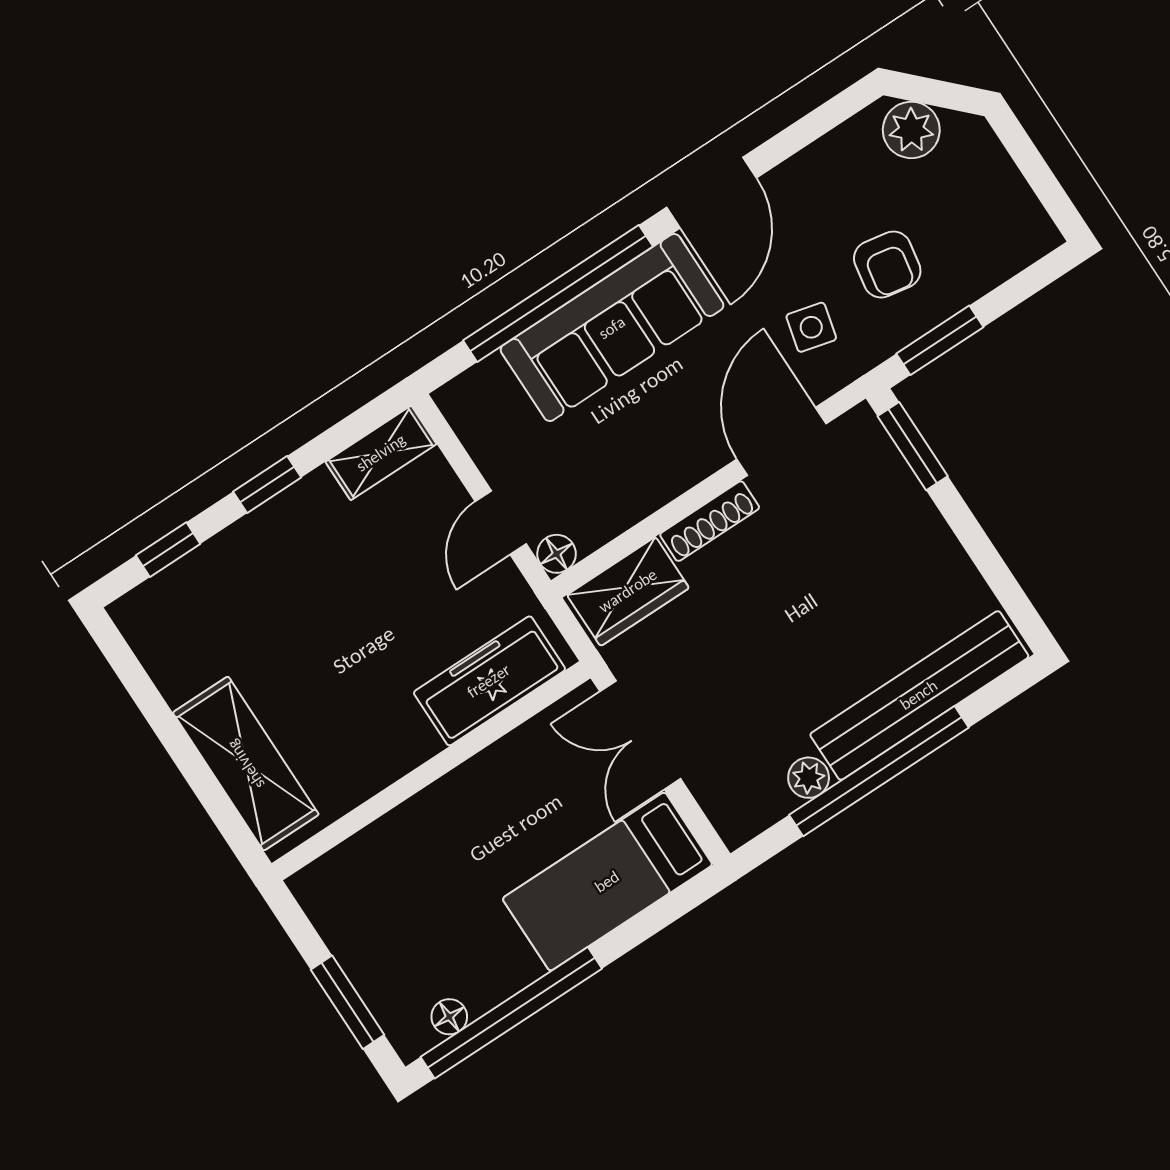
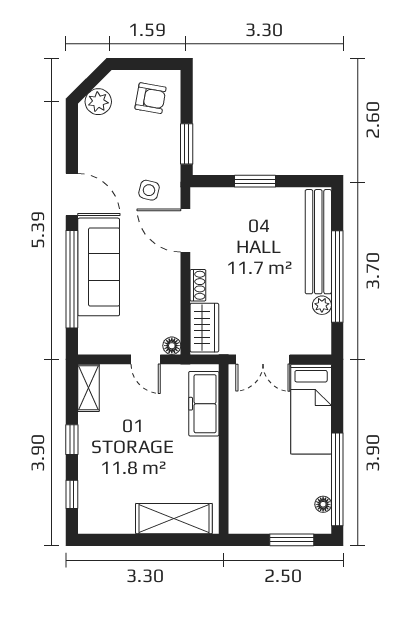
armchair: (887, 265) -> (151, 98), moved
window: (913, 446) -> (255, 181), moved
shoe rack: (710, 521) -> (198, 285), width x0.70

